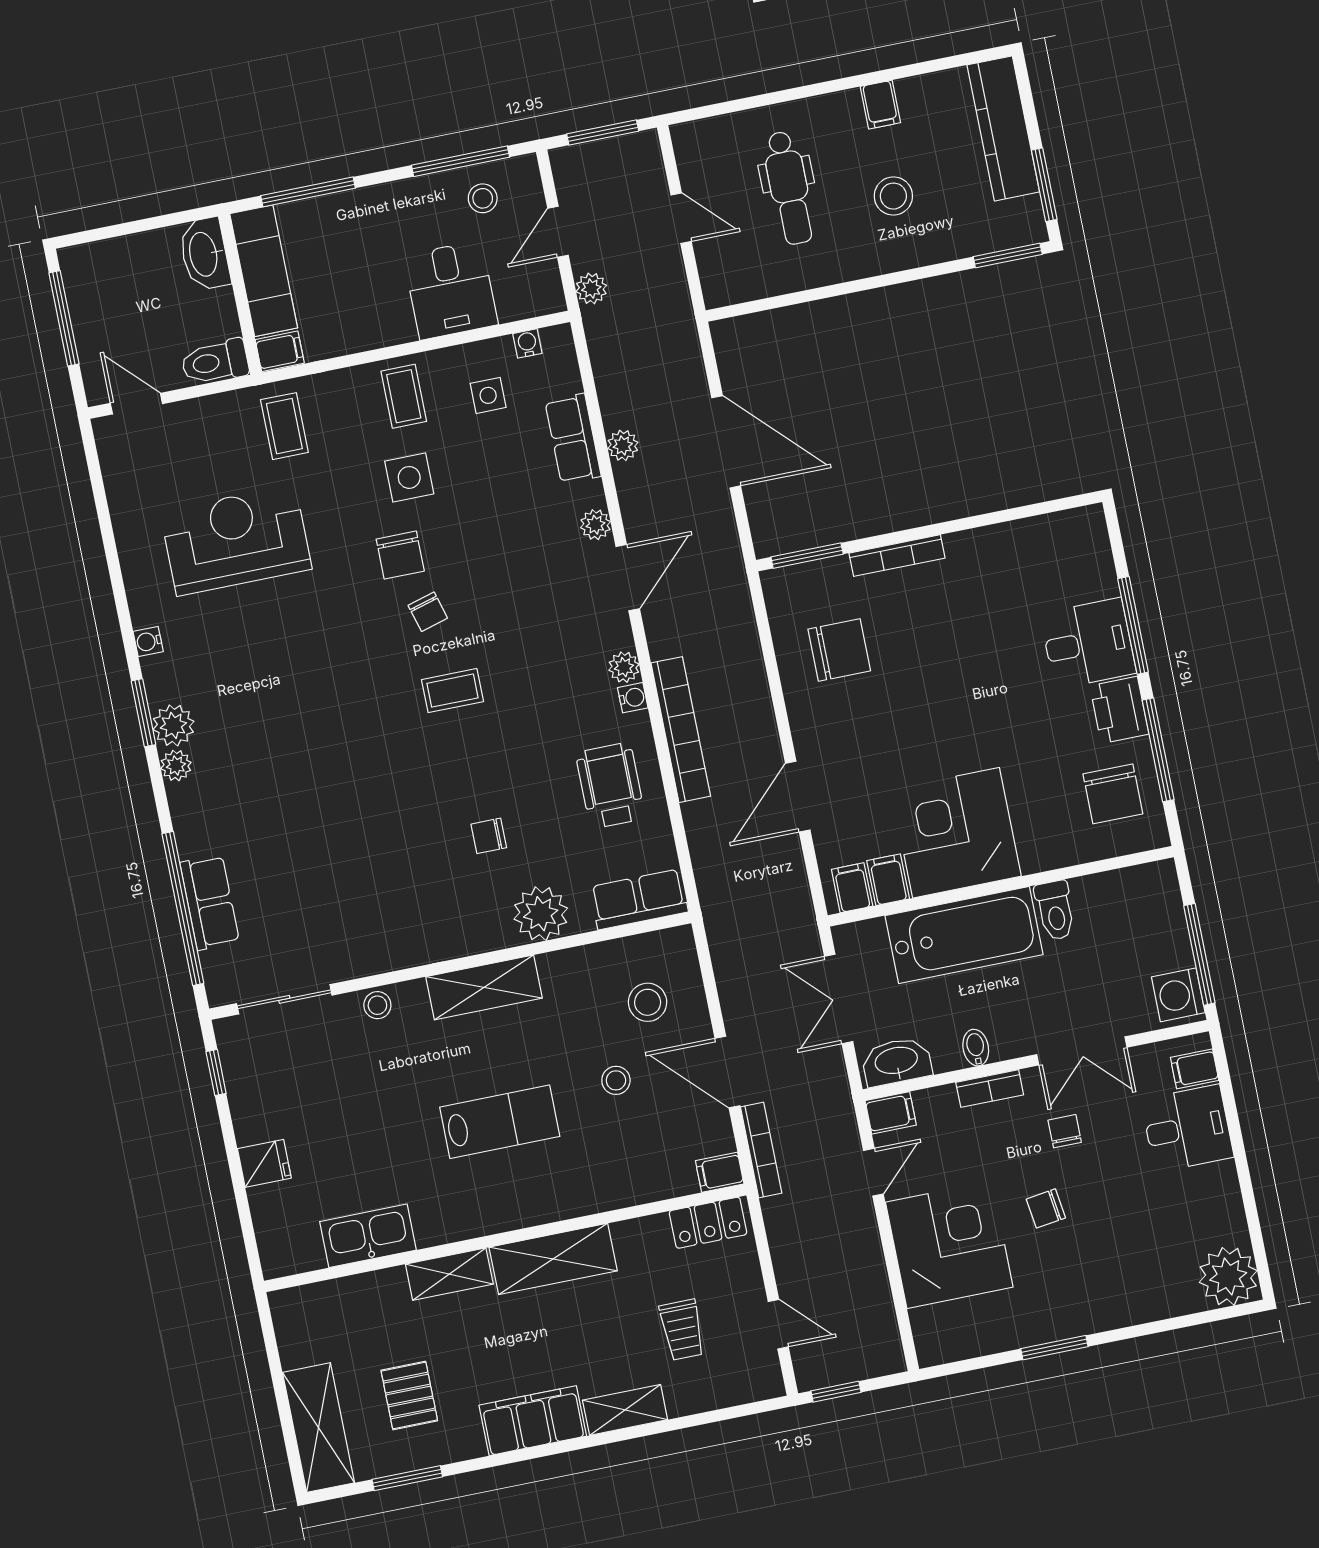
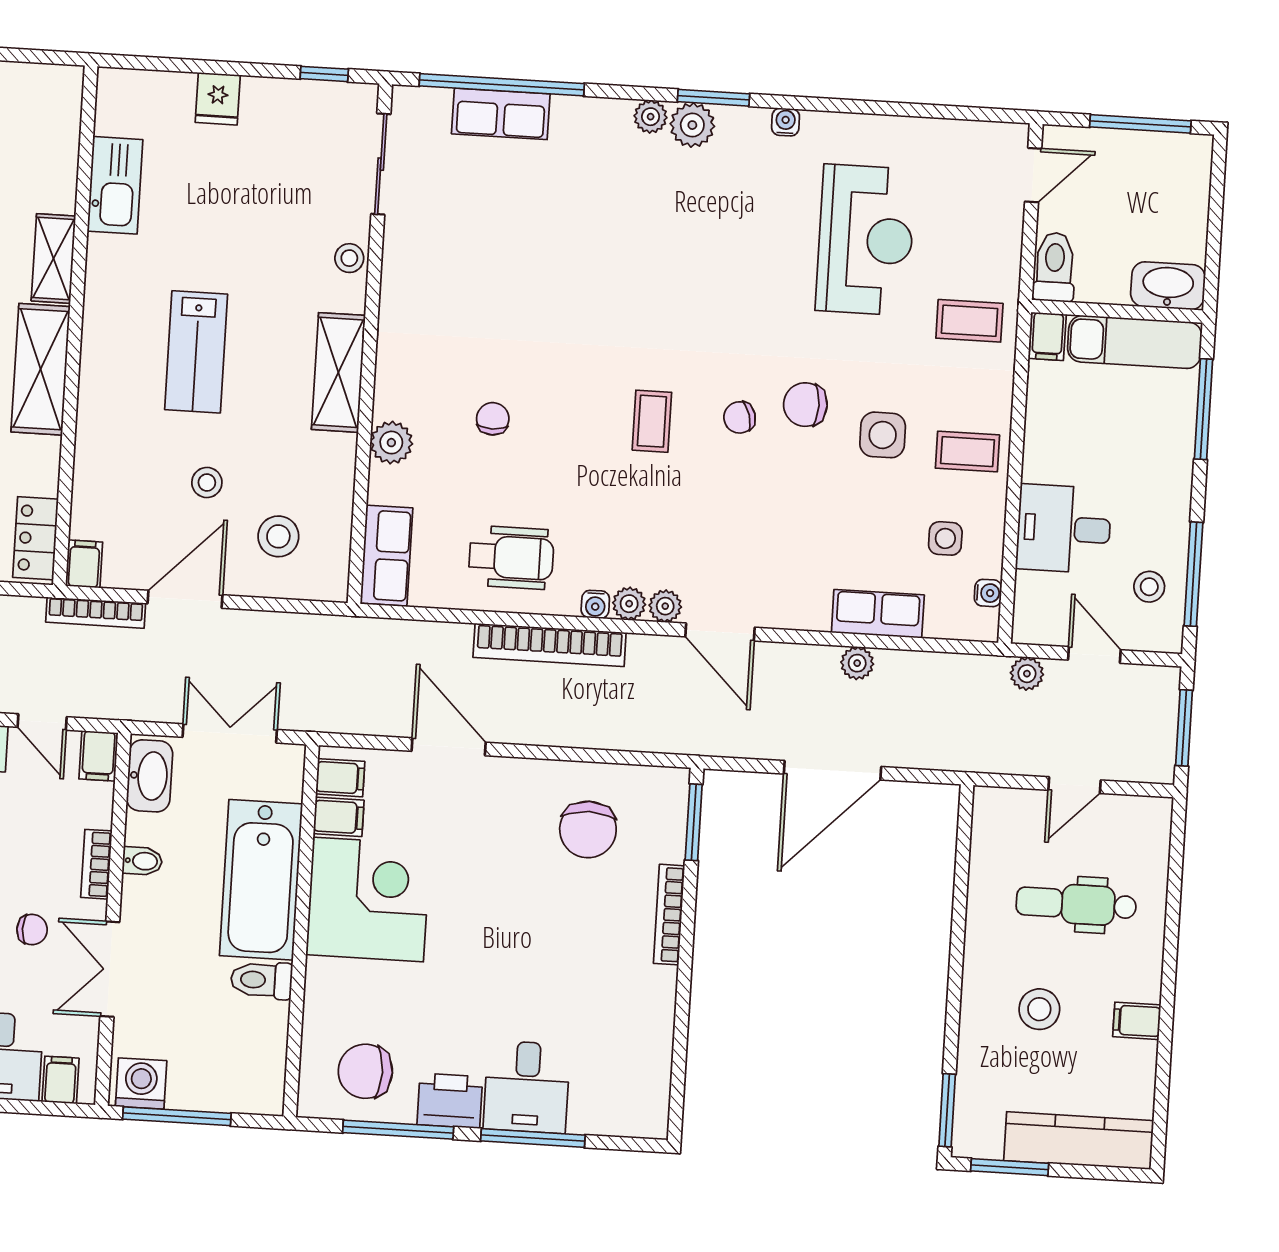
plant: (595, 525) -> (665, 606), moved
plant: (541, 914) -> (391, 443), width x0.73, depth x0.73

